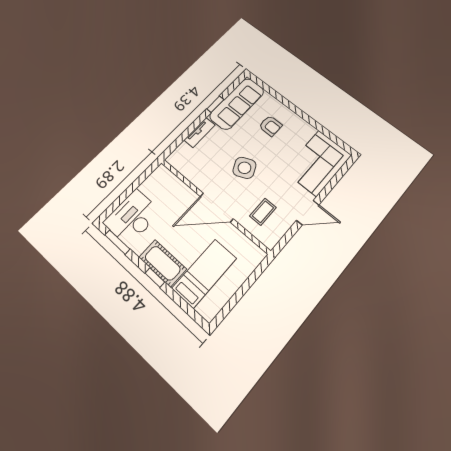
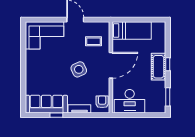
armchair: (270, 126) -> (102, 102), moved
door: (217, 207) -> (111, 65), hinge flipped
desk: (132, 217) -> (130, 101), moved
bed: (204, 273) -> (132, 30), moved, turned 180

